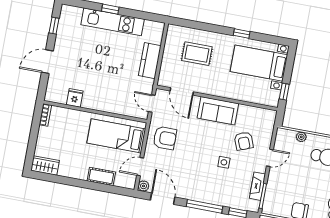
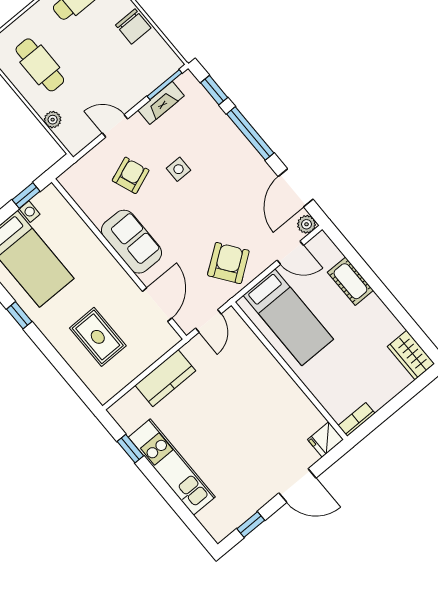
window: (110, 9) -> (130, 449), moved
fridge: (75, 98) -> (326, 439), moved
armchair: (165, 138) -> (228, 263), turned 54

